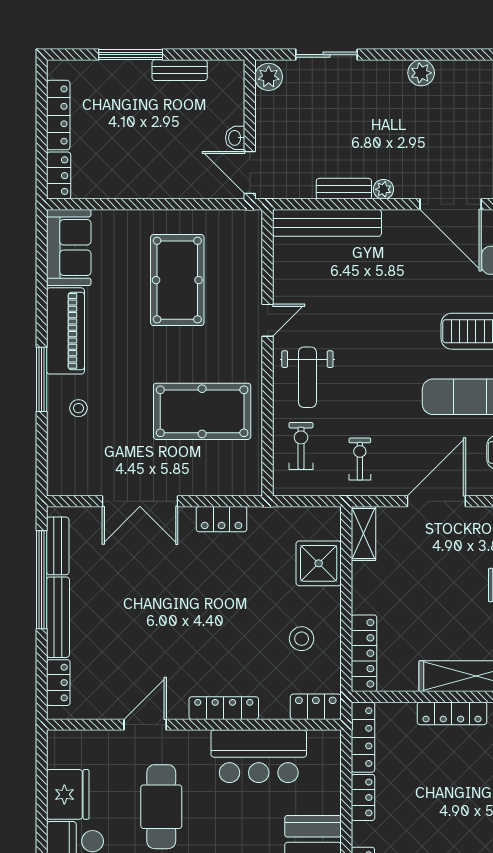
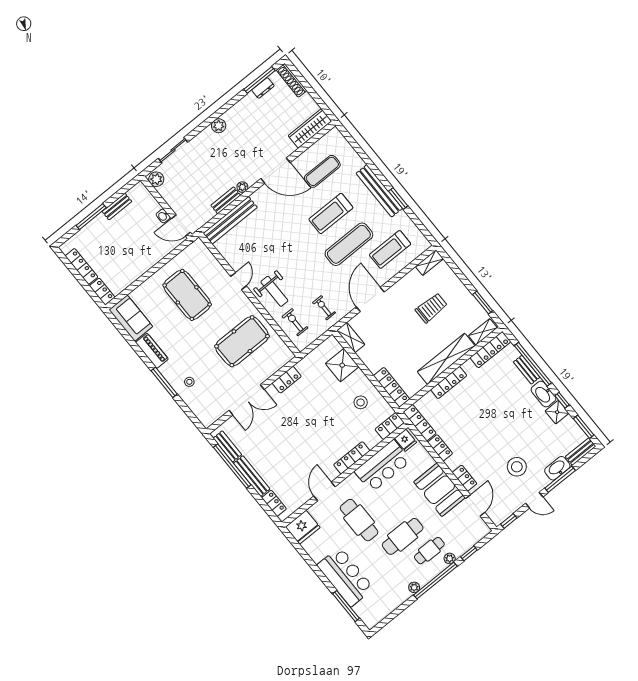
piano: (65, 331) -> (152, 351), width x0.73, depth x0.75
fridge: (322, 746) -> (406, 440), added
fridge: (68, 794) -> (303, 527), moved, turned 90

